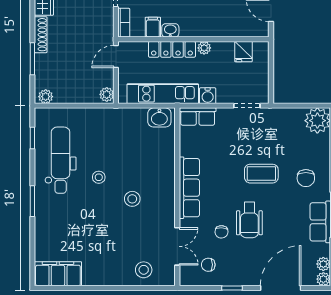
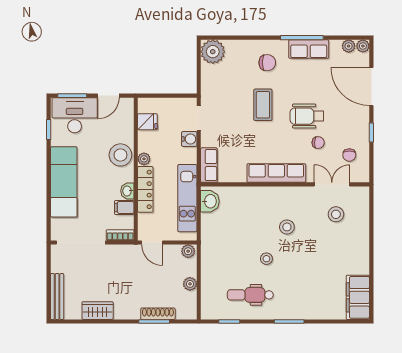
stool: (208, 23) -> (120, 155), added
shoe rack: (41, 35) -> (158, 314), moved
water cooler: (208, 96) -> (189, 139), moved
plant: (46, 97) -> (190, 284), moved
dental chair: (61, 160) -> (250, 295), width x0.73, depth x0.72
wheelchair: (249, 220) -> (307, 116), turned 180
stool: (144, 270) -> (336, 214), moved

